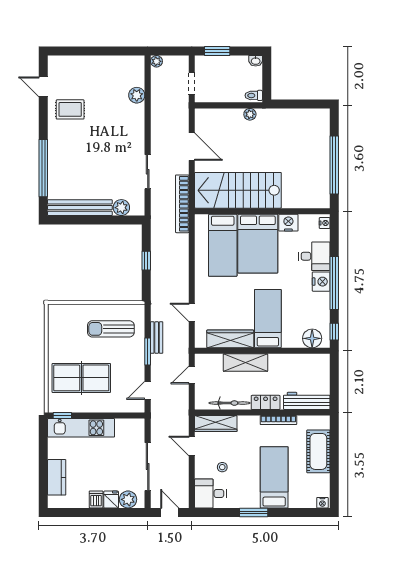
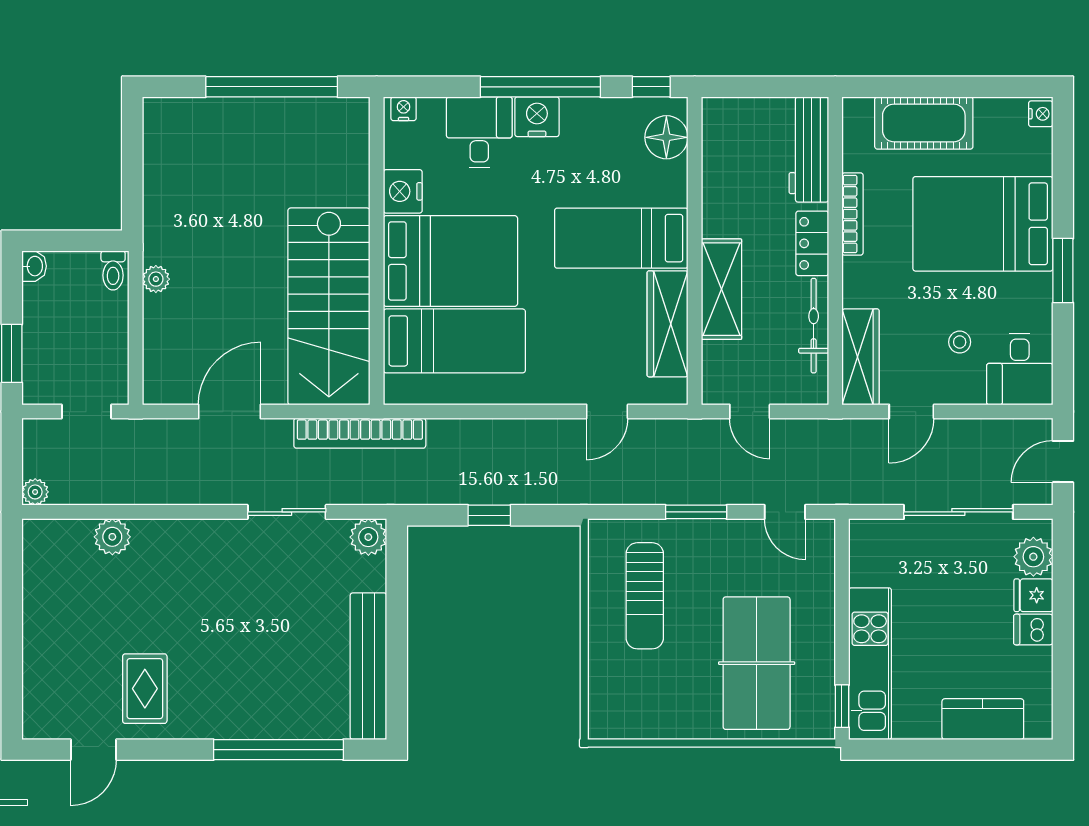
plant: (121, 208) -> (368, 537), moved
bench: (157, 338) -> (664, 491), removed
bed: (274, 477) -> (983, 224), width x1.50

